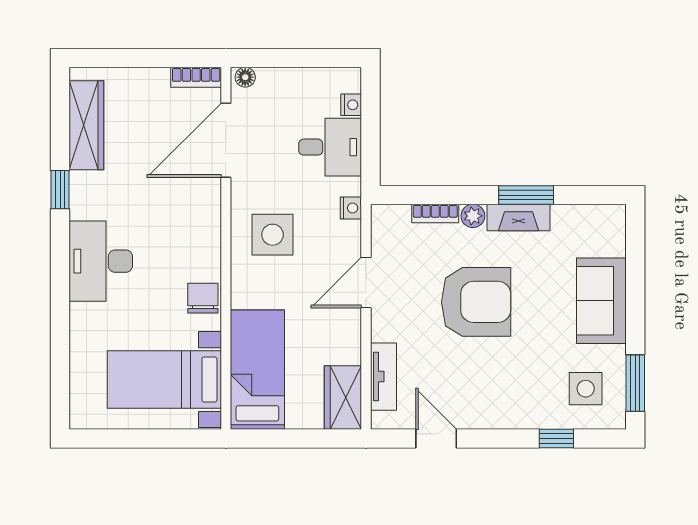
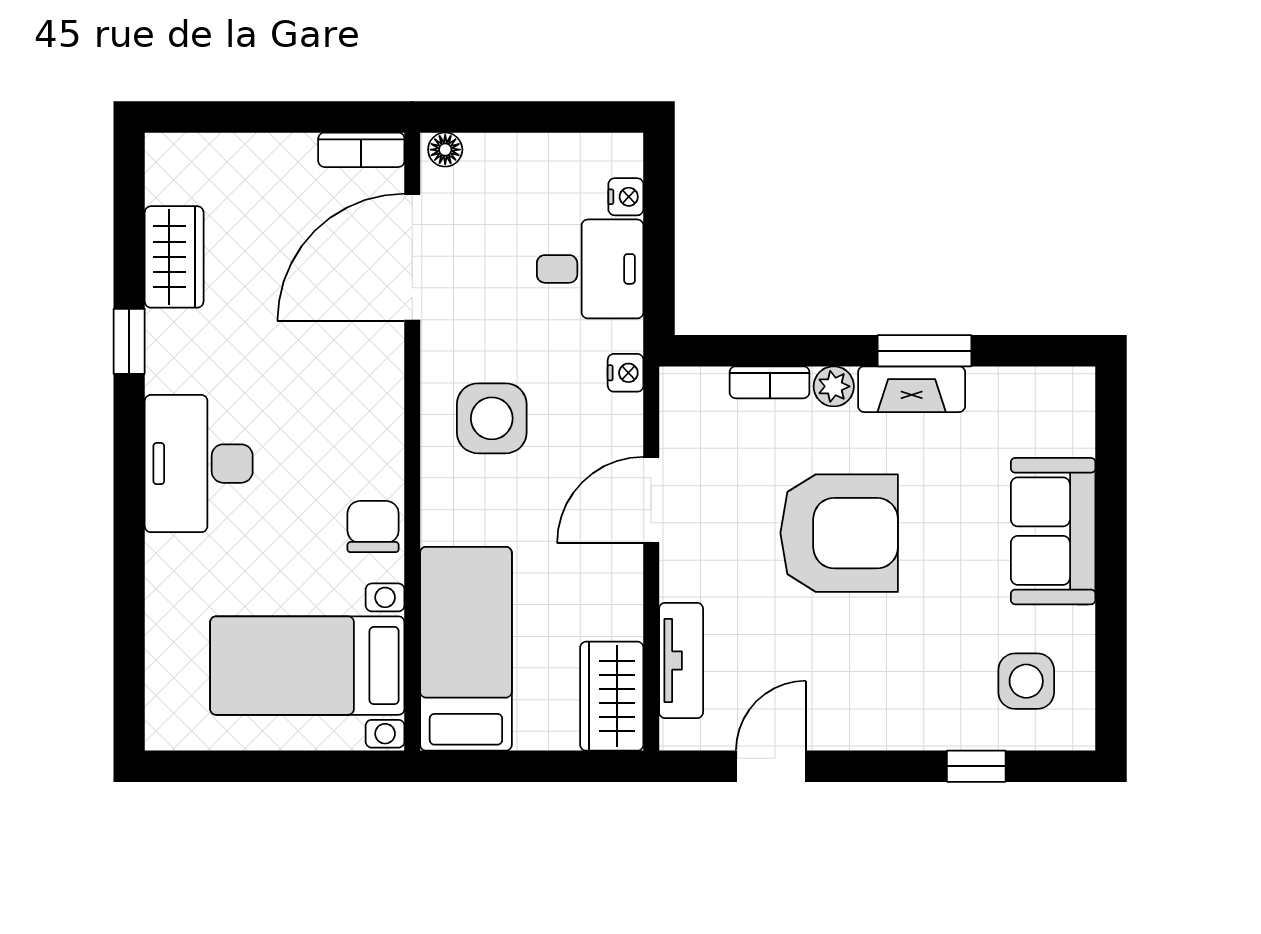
wardrobe: (86, 125) -> (174, 257), width x0.67
window: (635, 383) -> (1111, 672), removed
door: (436, 439) -> (771, 766), hinge flipped

